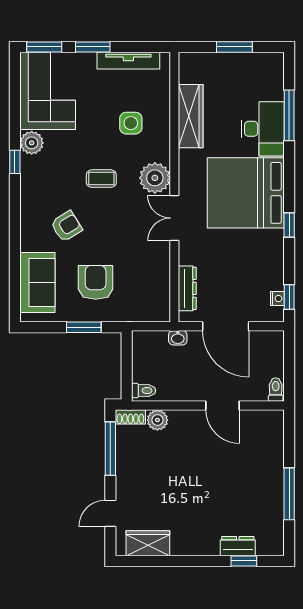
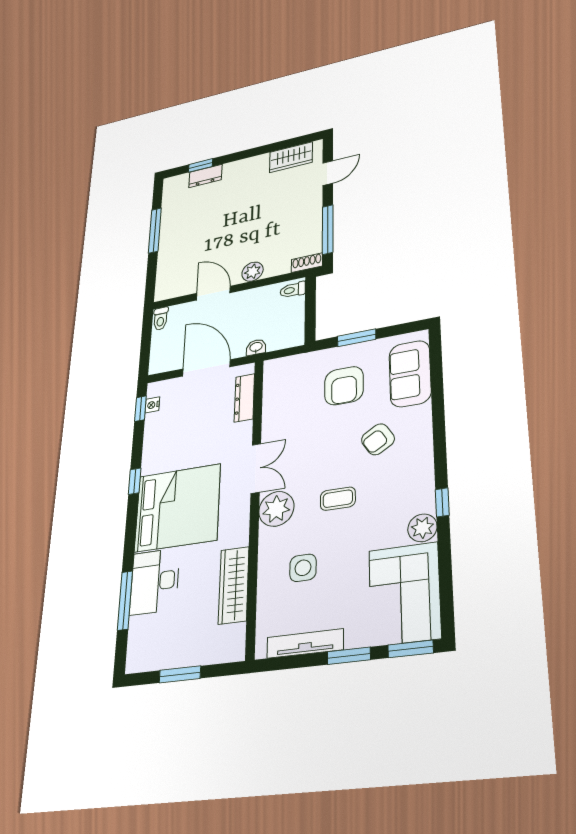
plant: (157, 420) -> (253, 272), moved

